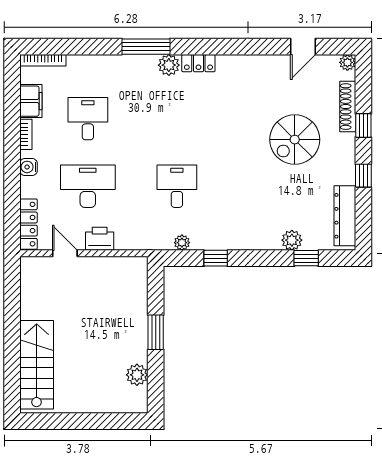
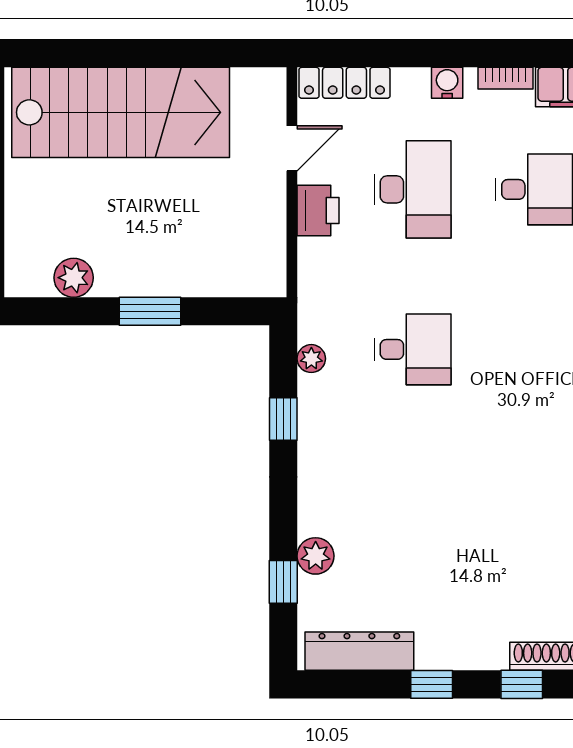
spiral stairs: (295, 140) -> (496, 561), removed
stairs: (37, 365) -> (121, 112), width x1.36, depth x1.51

